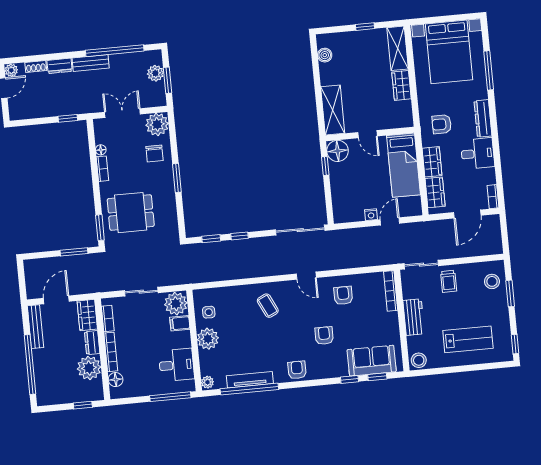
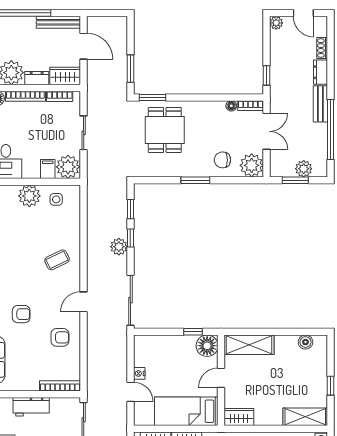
plant: (11, 70) -> (276, 23), moved
wardrobe: (402, 85) -> (239, 417), moved
bookcase: (102, 169) -> (251, 106), moved
plant: (249, 246) -> (119, 247), added

